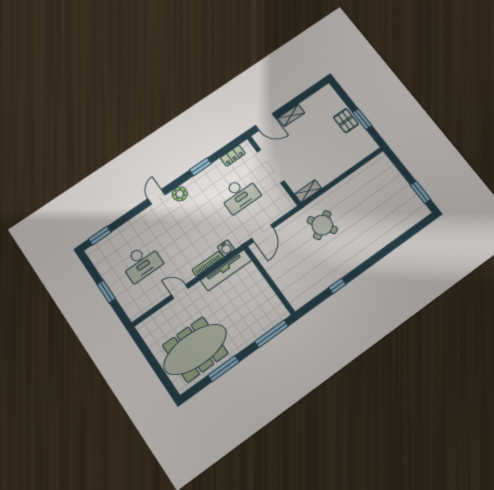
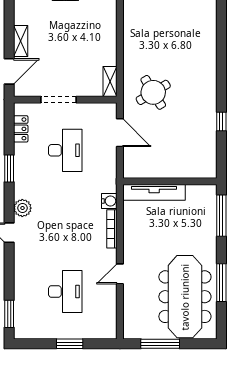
doorway: (271, 166) -> (58, 100), width x0.73
door: (262, 233) -> (120, 133), moved
tv unit: (226, 270) -> (154, 192), moved, turned 90
window: (149, 356) -> (160, 344), added

